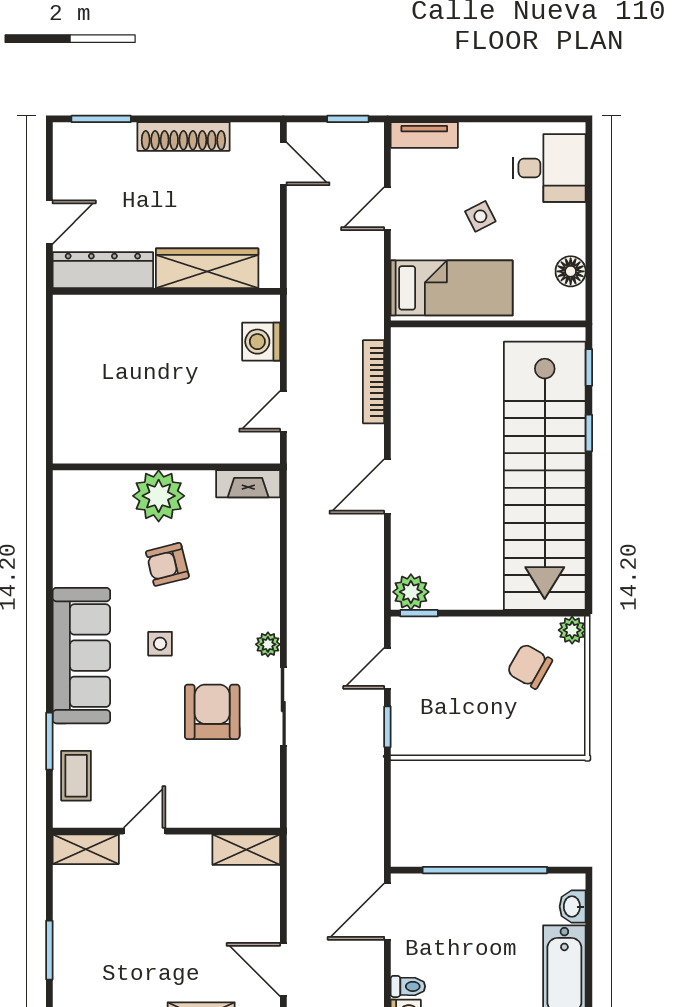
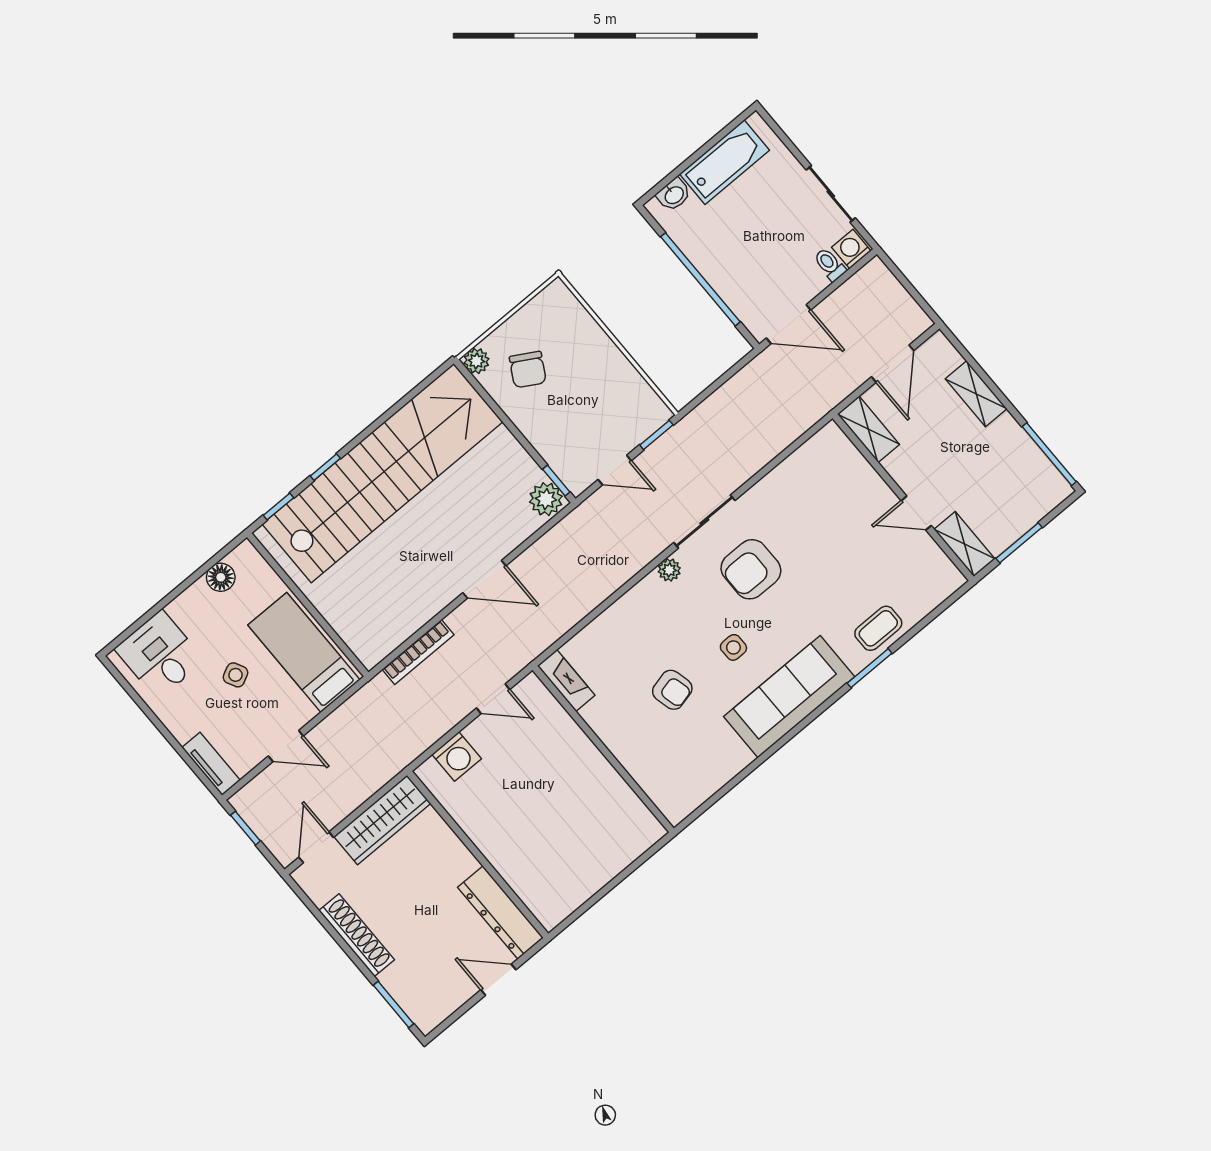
wardrobe: (207, 268) -> (382, 820), moved, turned -90
plant: (159, 496) -> (629, 737), removed
door: (144, 831) -> (916, 513), moved
wall: (166, 831) -> (903, 497), moved
shelving: (86, 849) -> (965, 544), moved
shelving: (246, 850) -> (868, 429), moved

